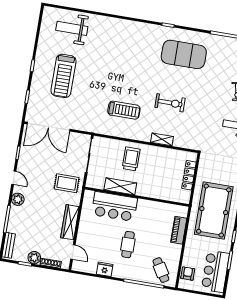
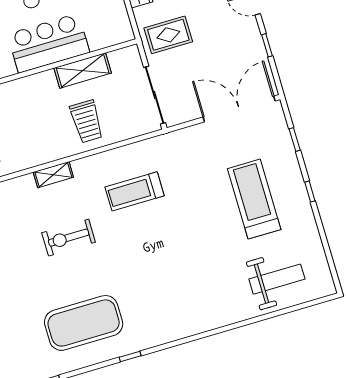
bar counter: (114, 206) -> (48, 43), moved

